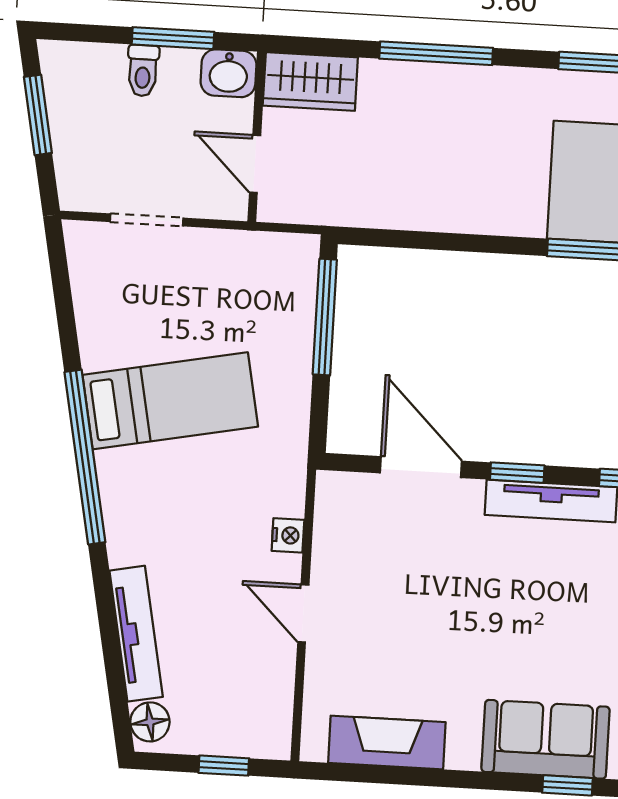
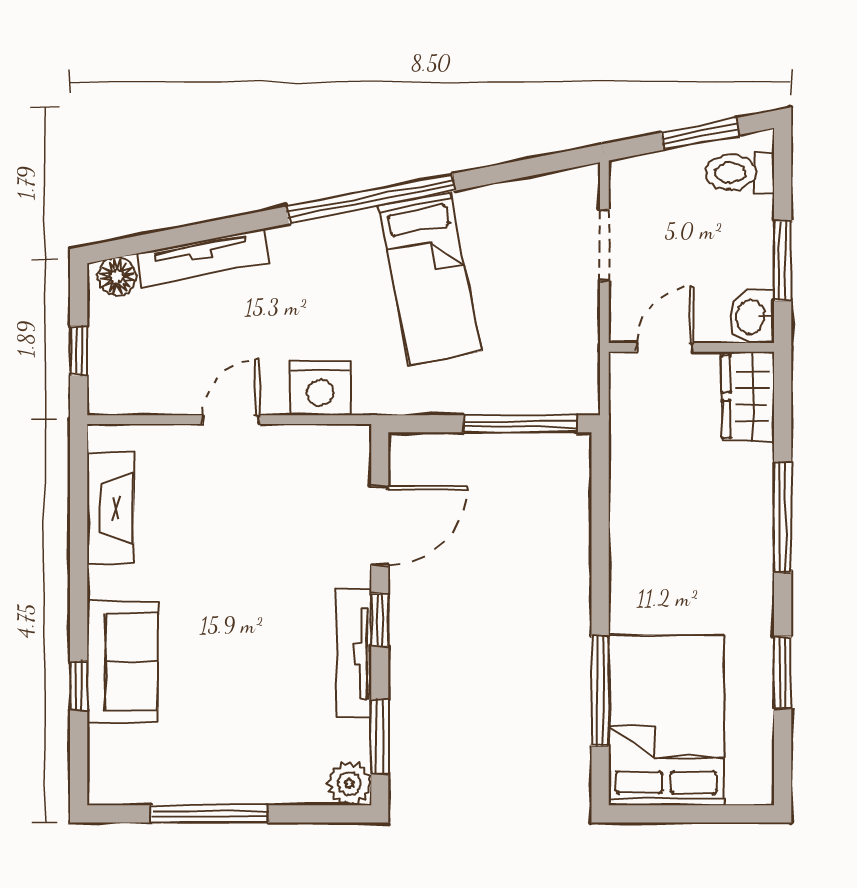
toilet: (143, 71) -> (740, 172), moved, width x1.37, depth x1.39
nightstand: (288, 535) -> (320, 388), width x1.89, depth x1.79

